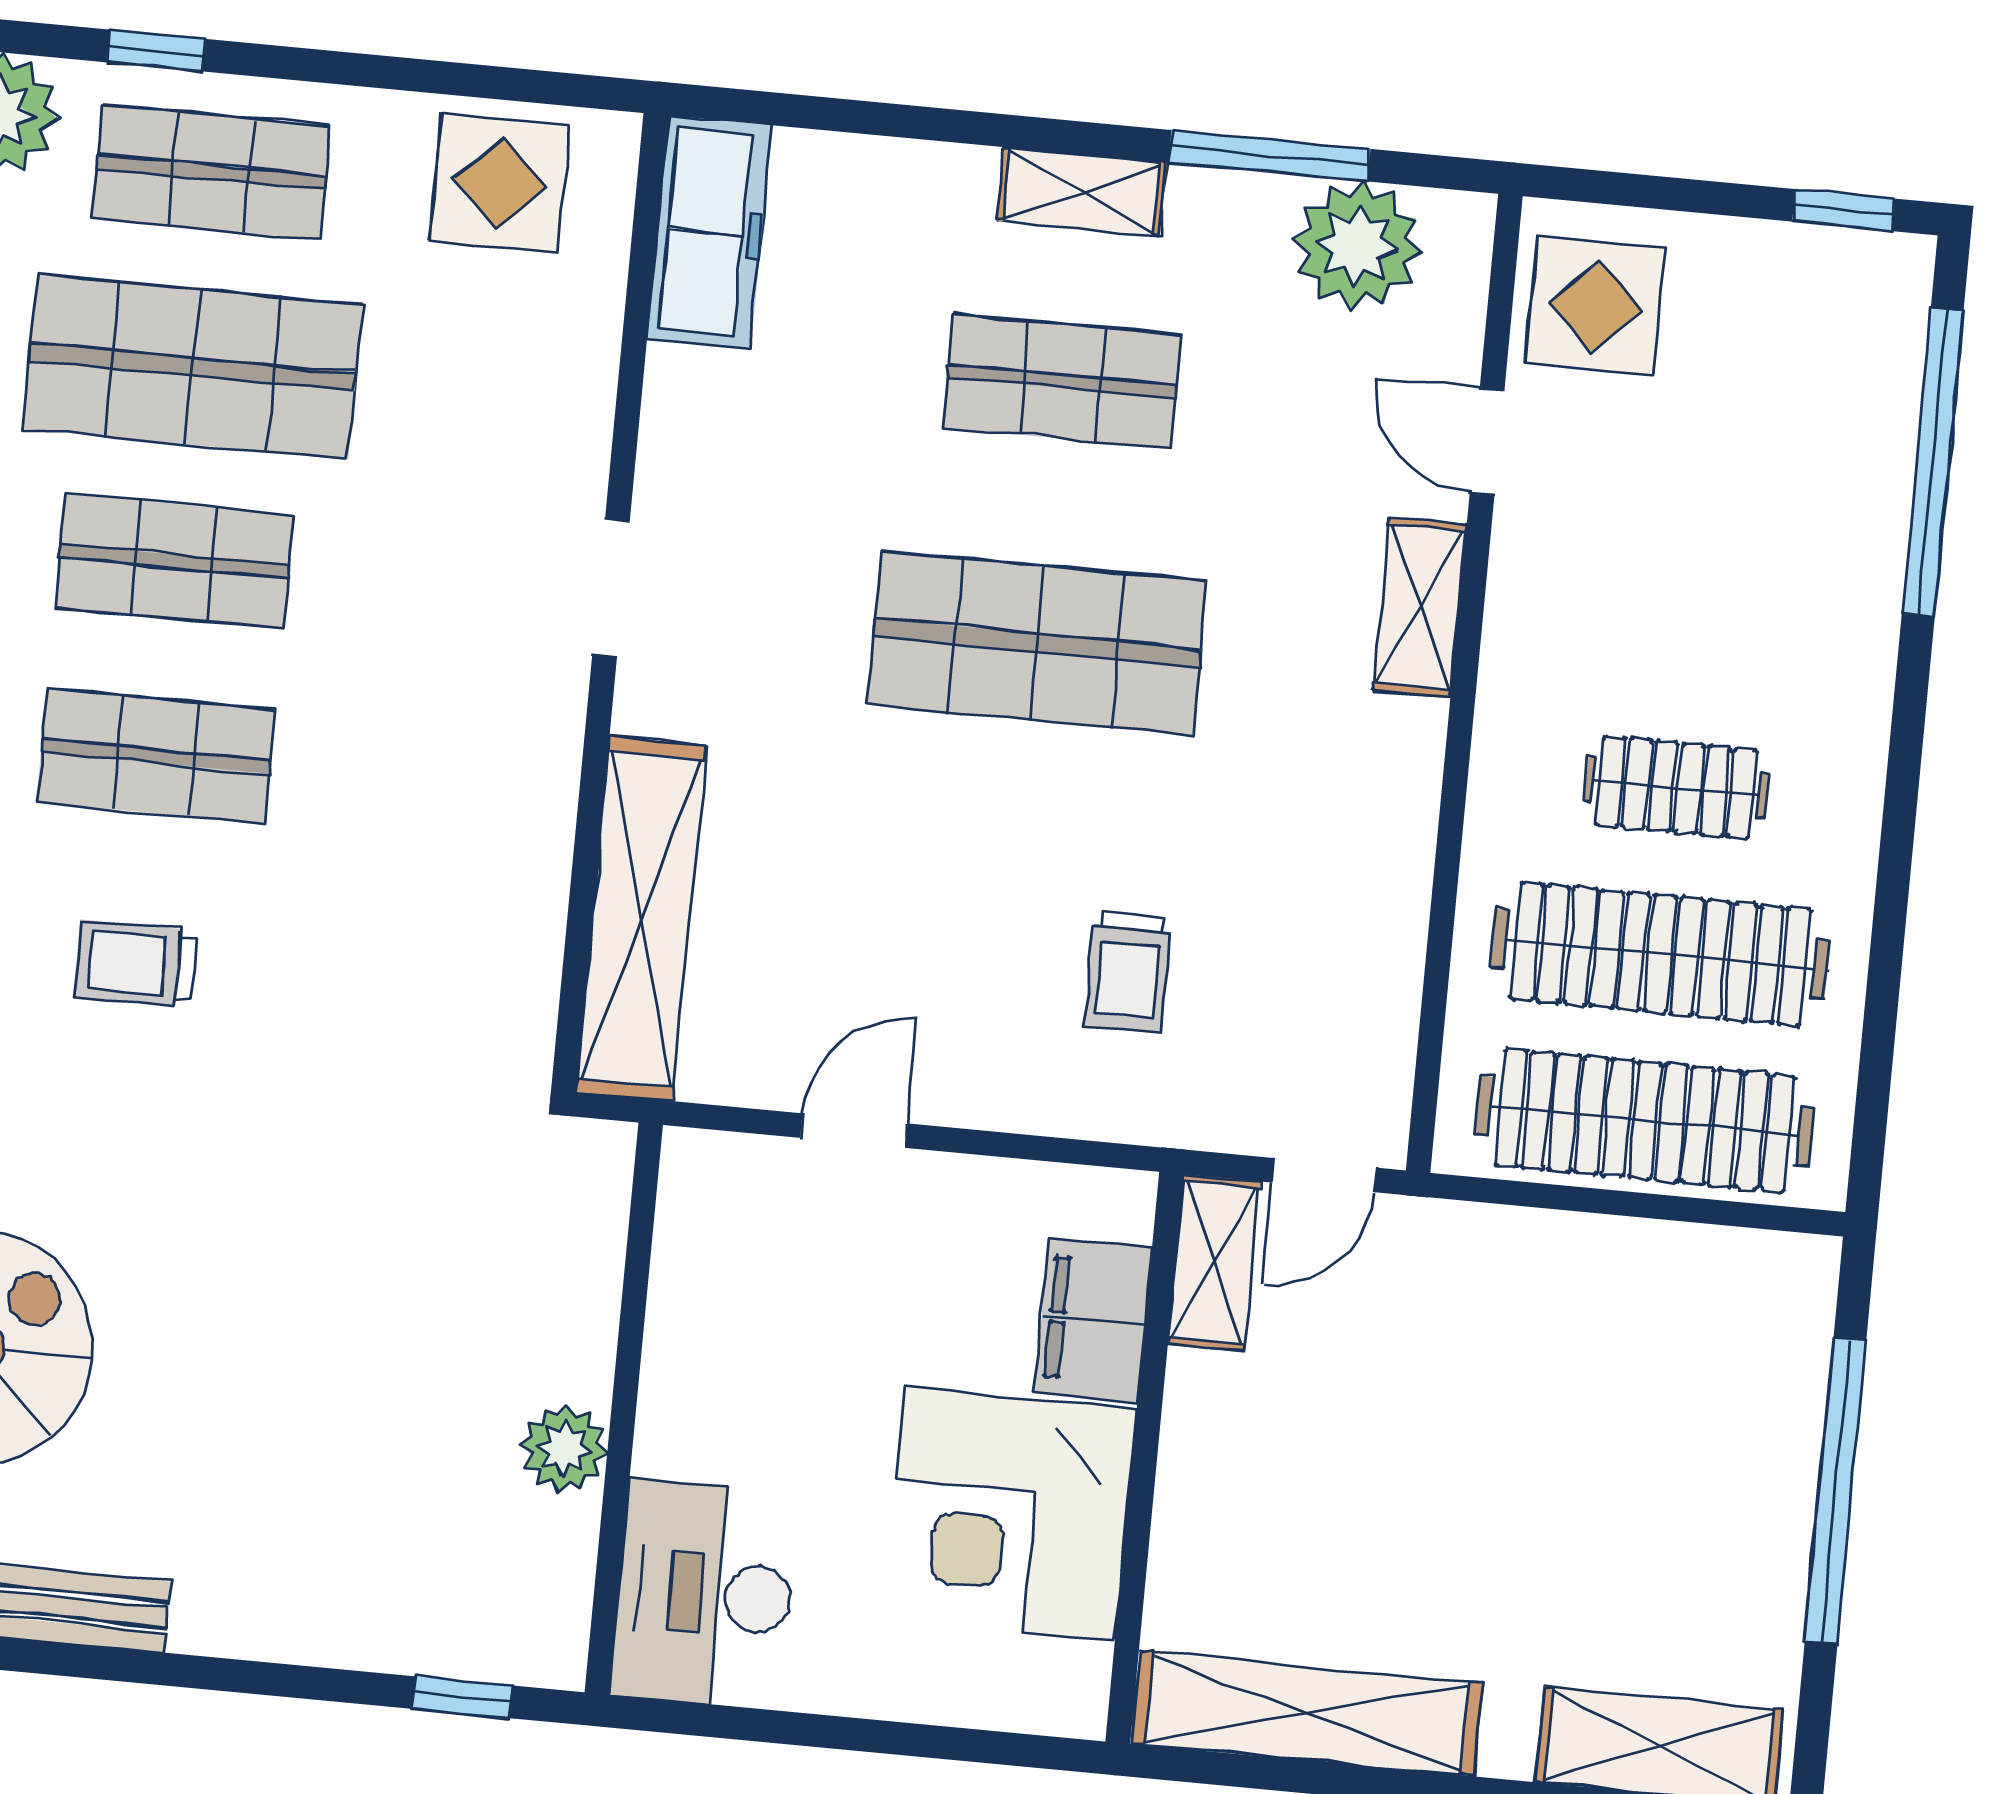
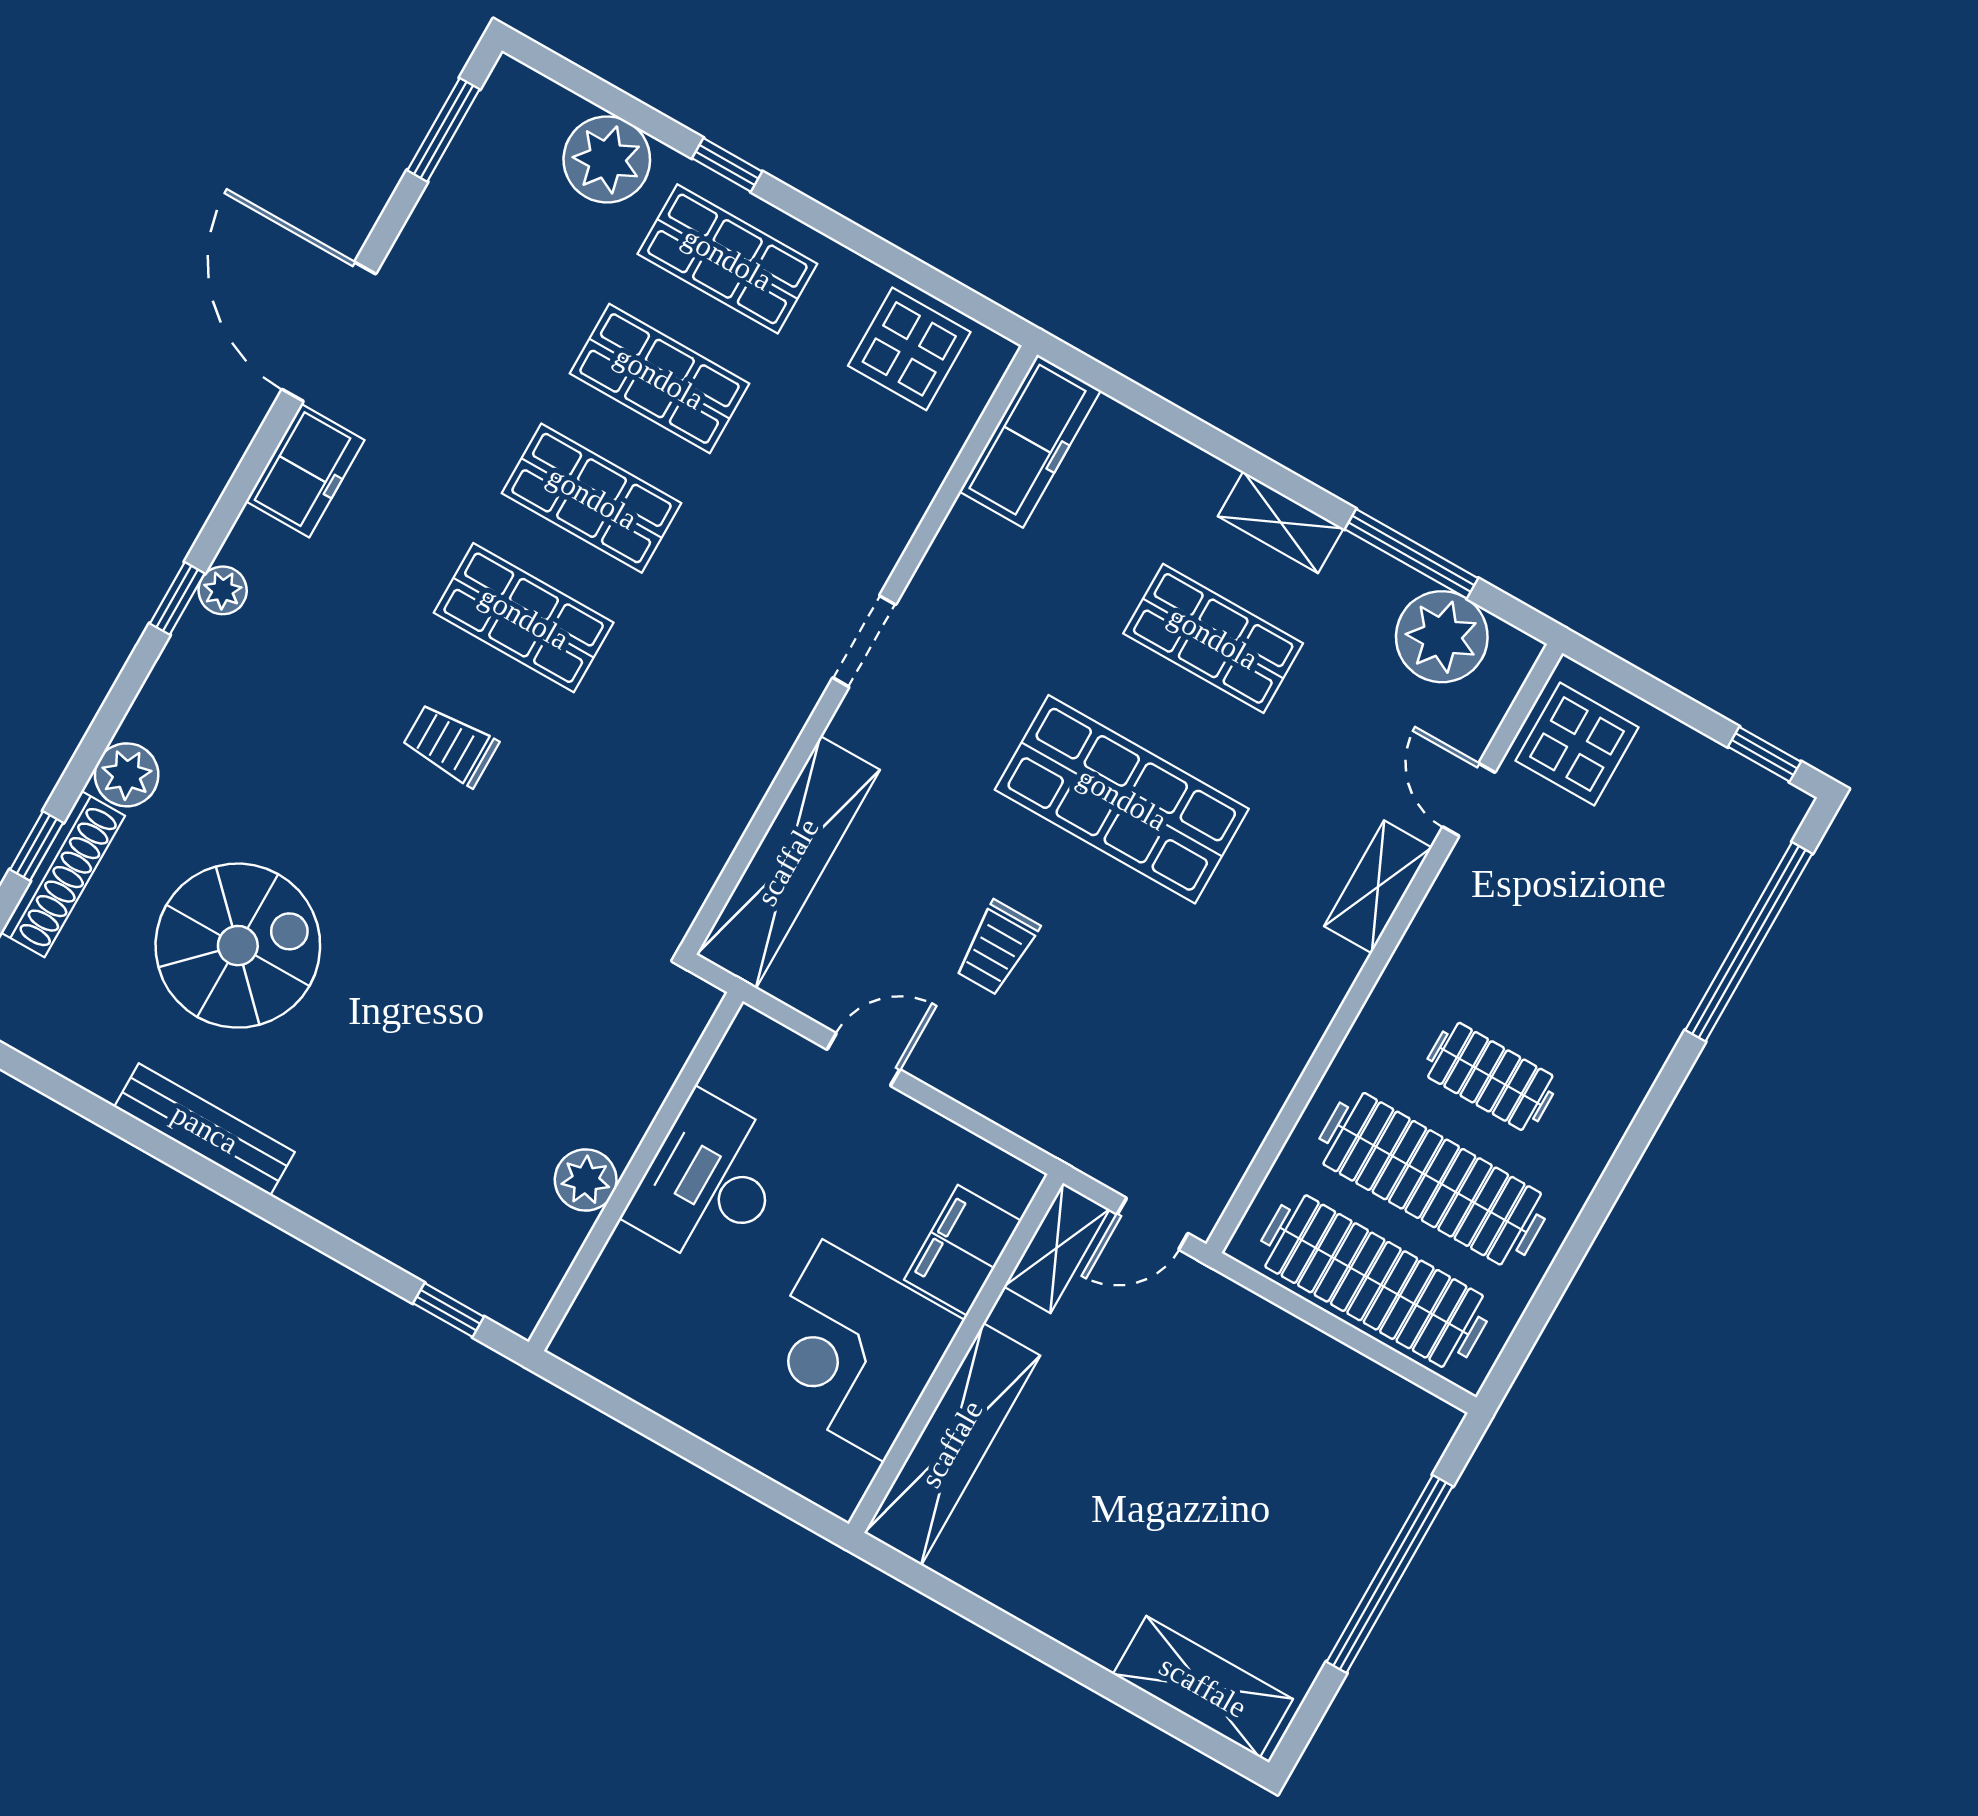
shop shelf: (193, 367) -> (659, 378), width x0.70, depth x0.74
trolley: (1128, 972) -> (997, 948), moved
desk: (705, 1594) -> (709, 1182), moved
shelving: (1307, 1714) -> (952, 1444), moved, turned 90

